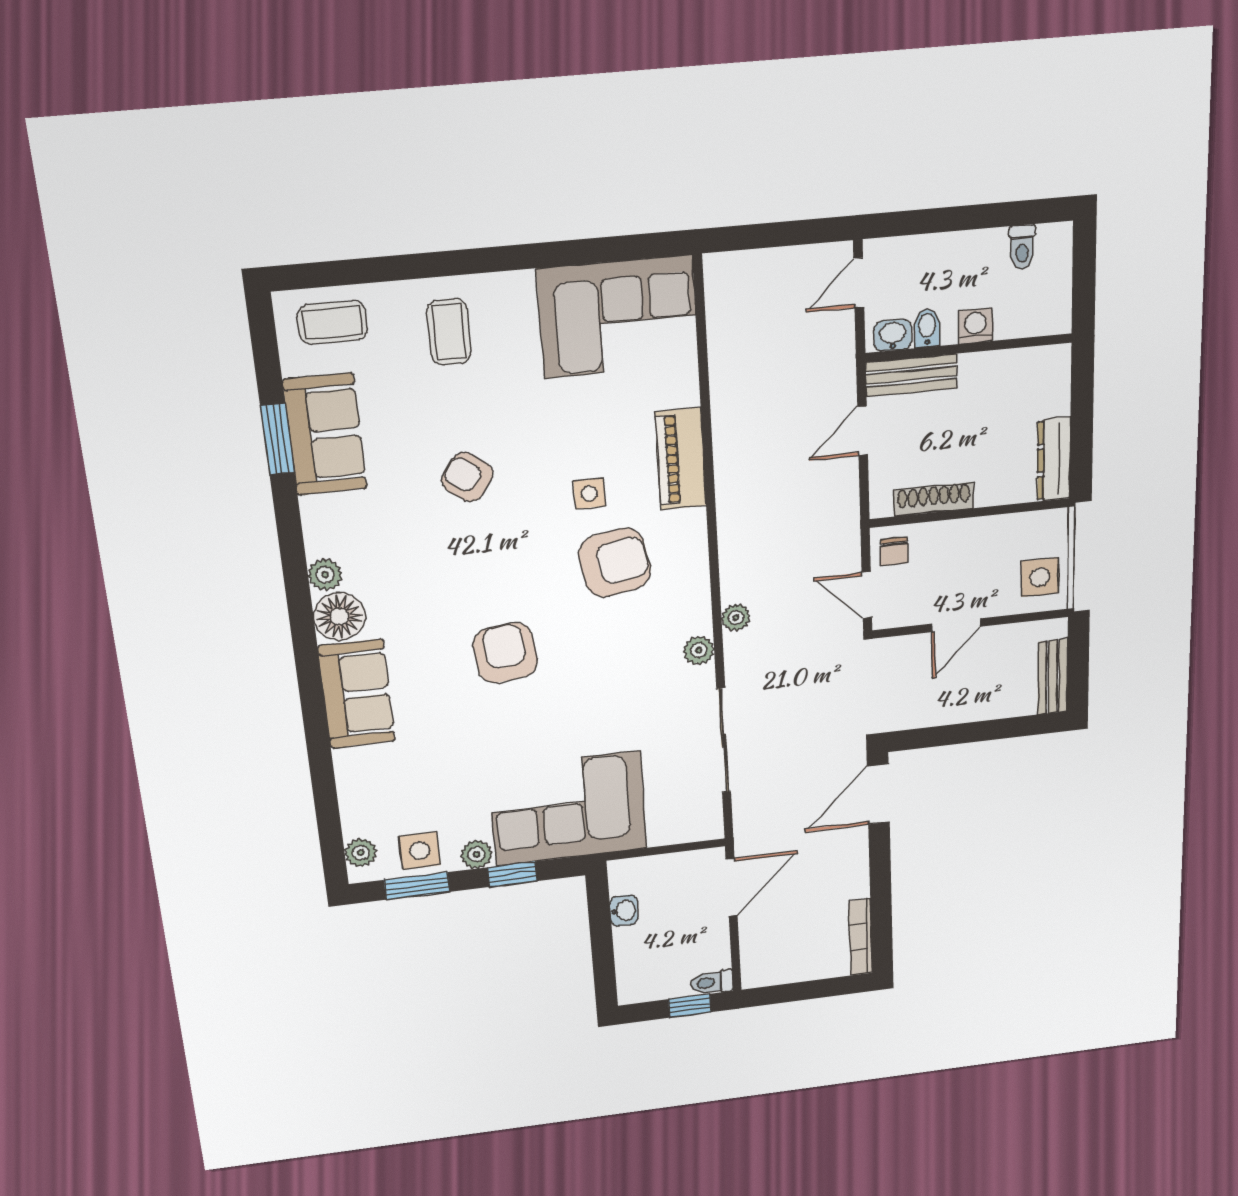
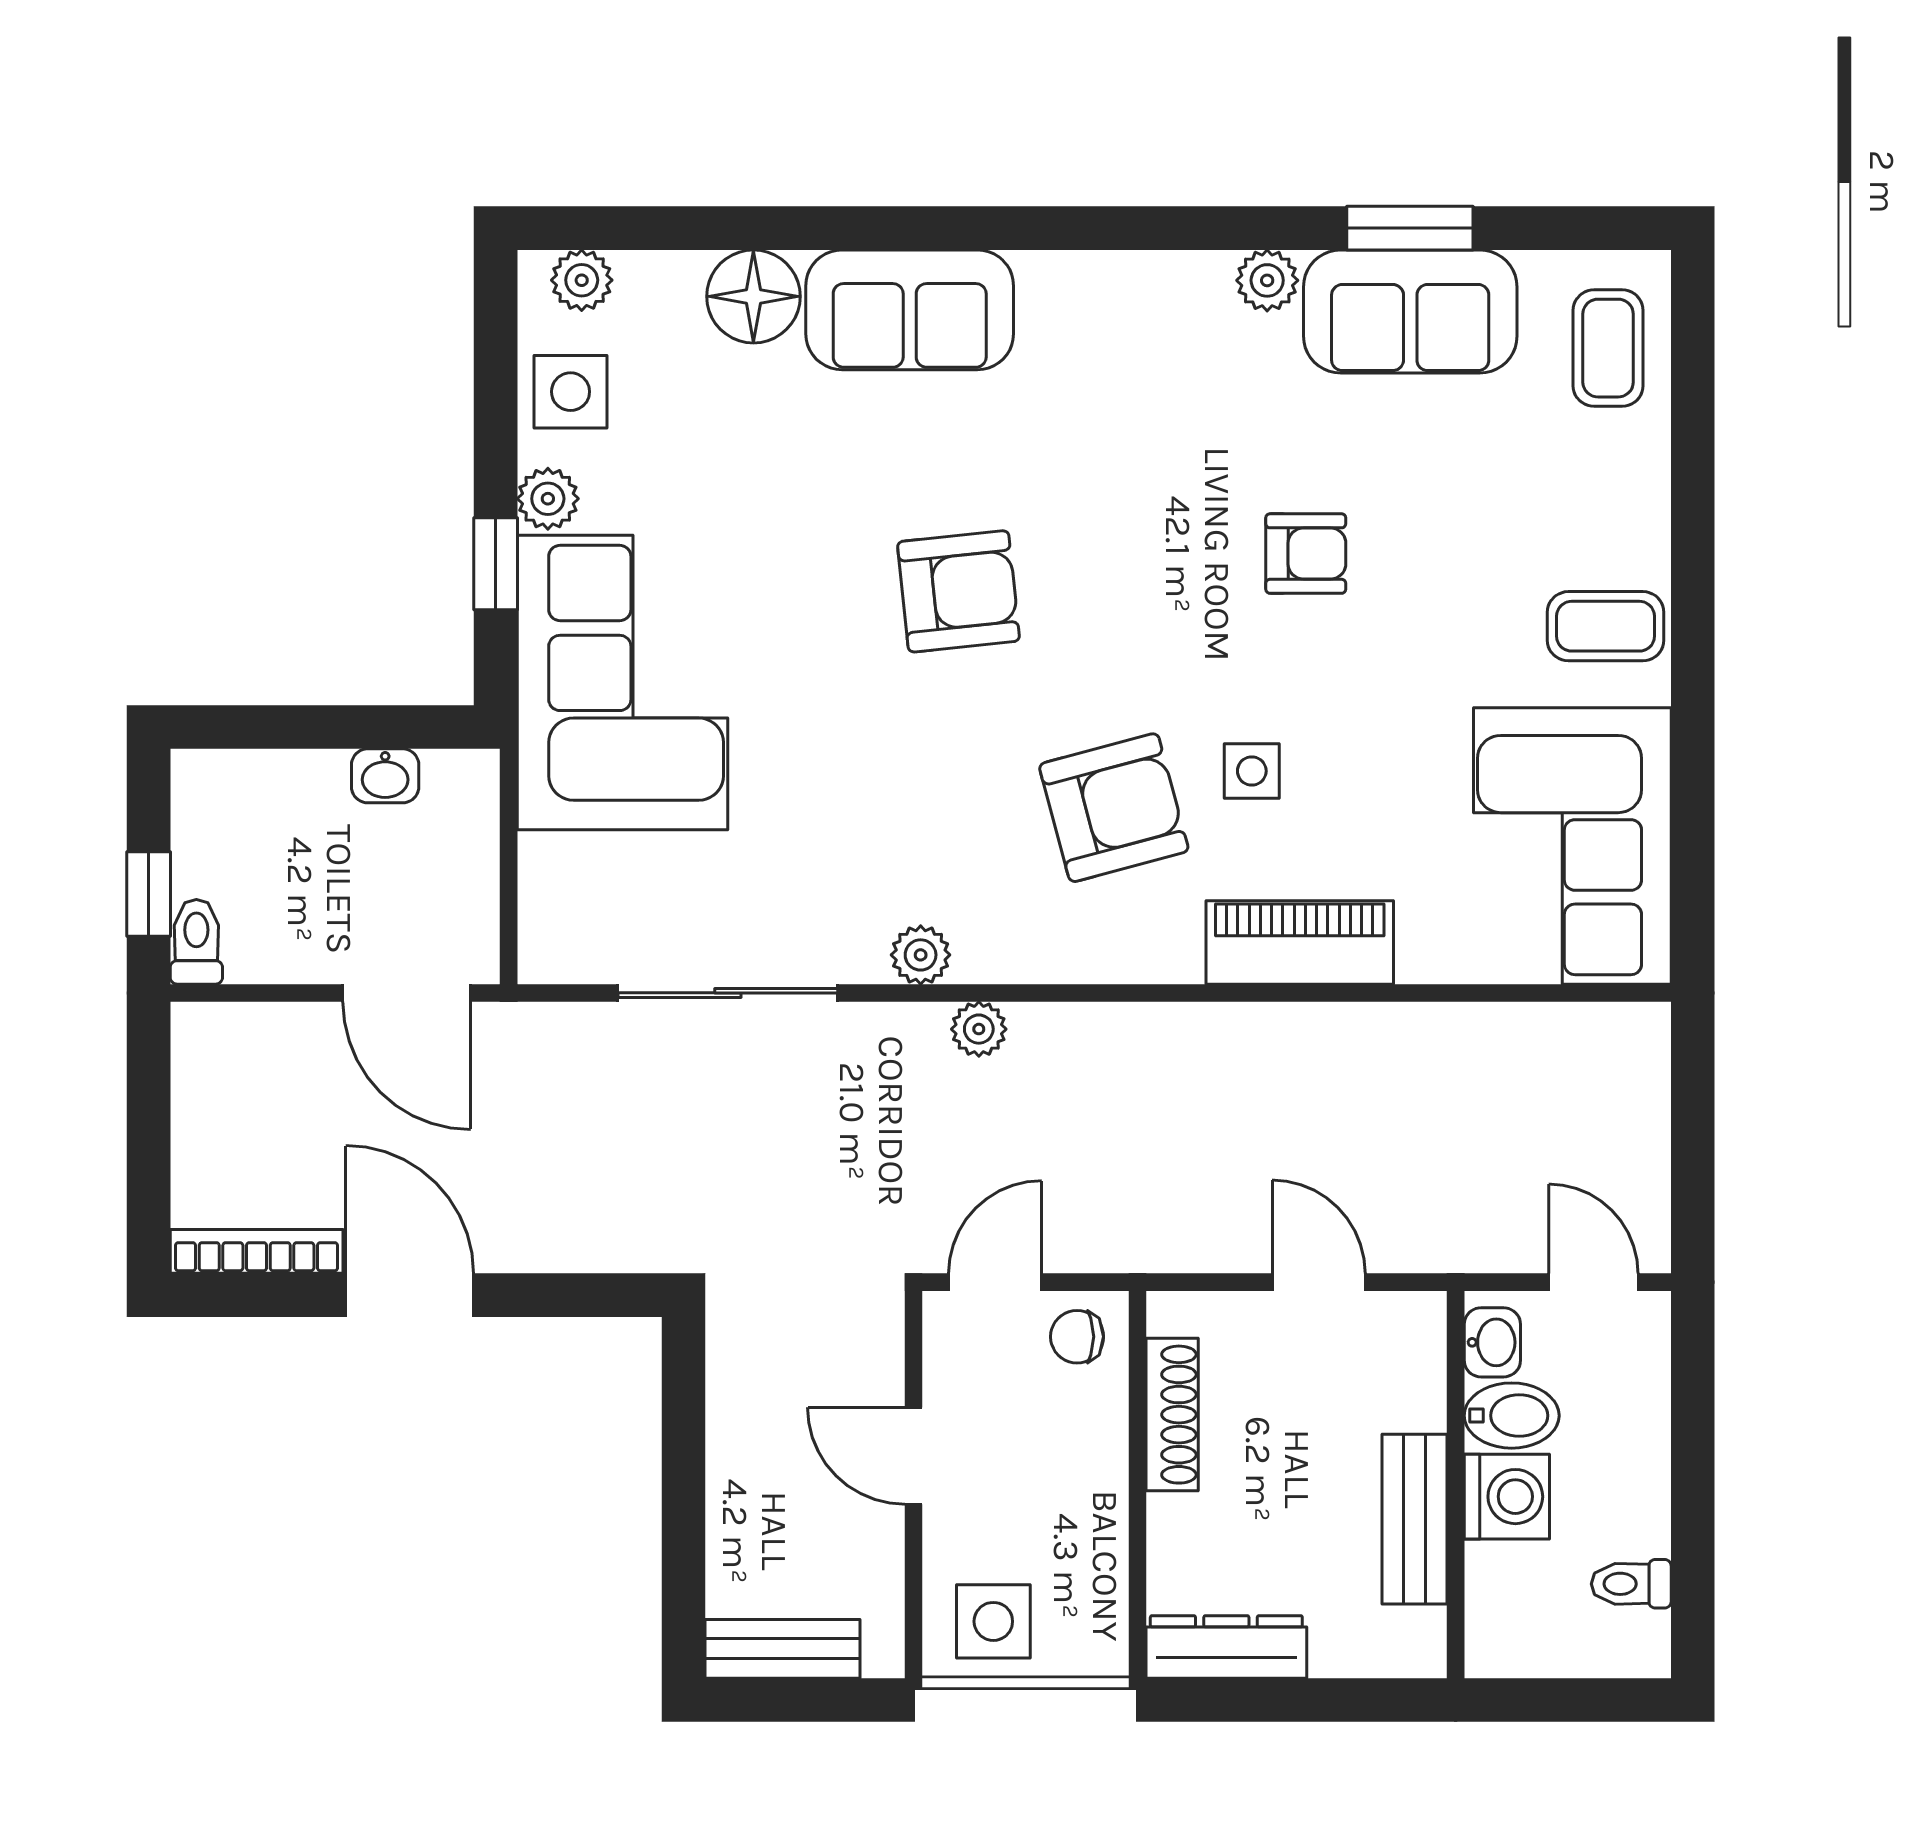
washing machine: (975, 326) -> (1507, 1497), width x1.38, depth x1.38
bidet: (927, 328) -> (1512, 1416), width x1.38, depth x1.36
coffee table: (449, 332) -> (1606, 626), moved
bench: (911, 375) -> (1414, 1519), moved
armchair: (467, 477) -> (1306, 554), turned 53
armchair: (615, 562) -> (1114, 808), turned -95
plant: (325, 575) -> (1267, 280), moved
floor lamp: (339, 616) -> (753, 296), moved
door: (878, 794) -> (410, 1295), moved
window: (417, 886) -> (496, 378), removed

